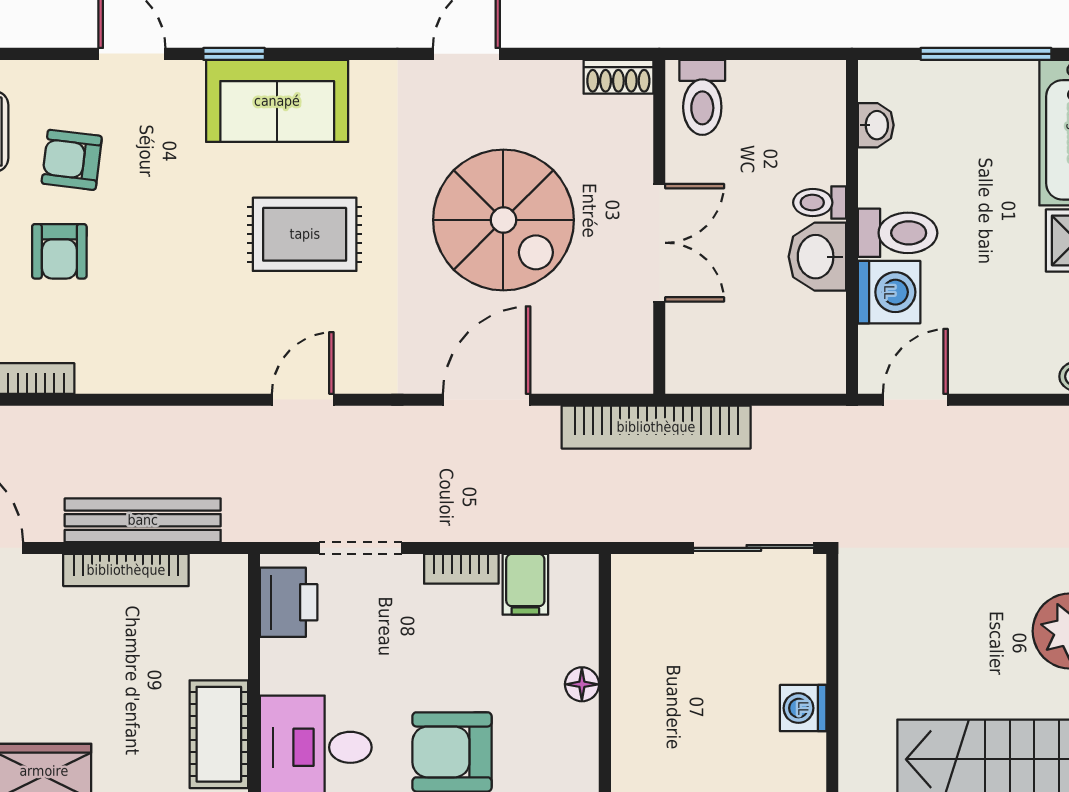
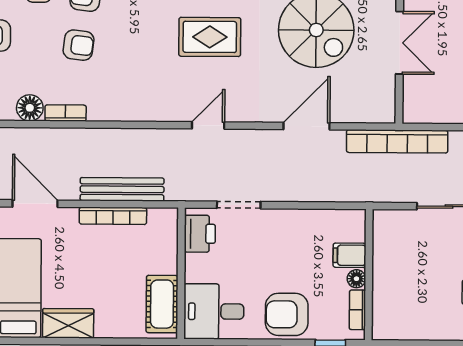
armchair: (59, 251) -> (78, 45), turned -83
bookcase: (461, 569) -> (357, 310), moved, turned 90
filing cabinet: (525, 584) -> (349, 255), moved, turned 90

